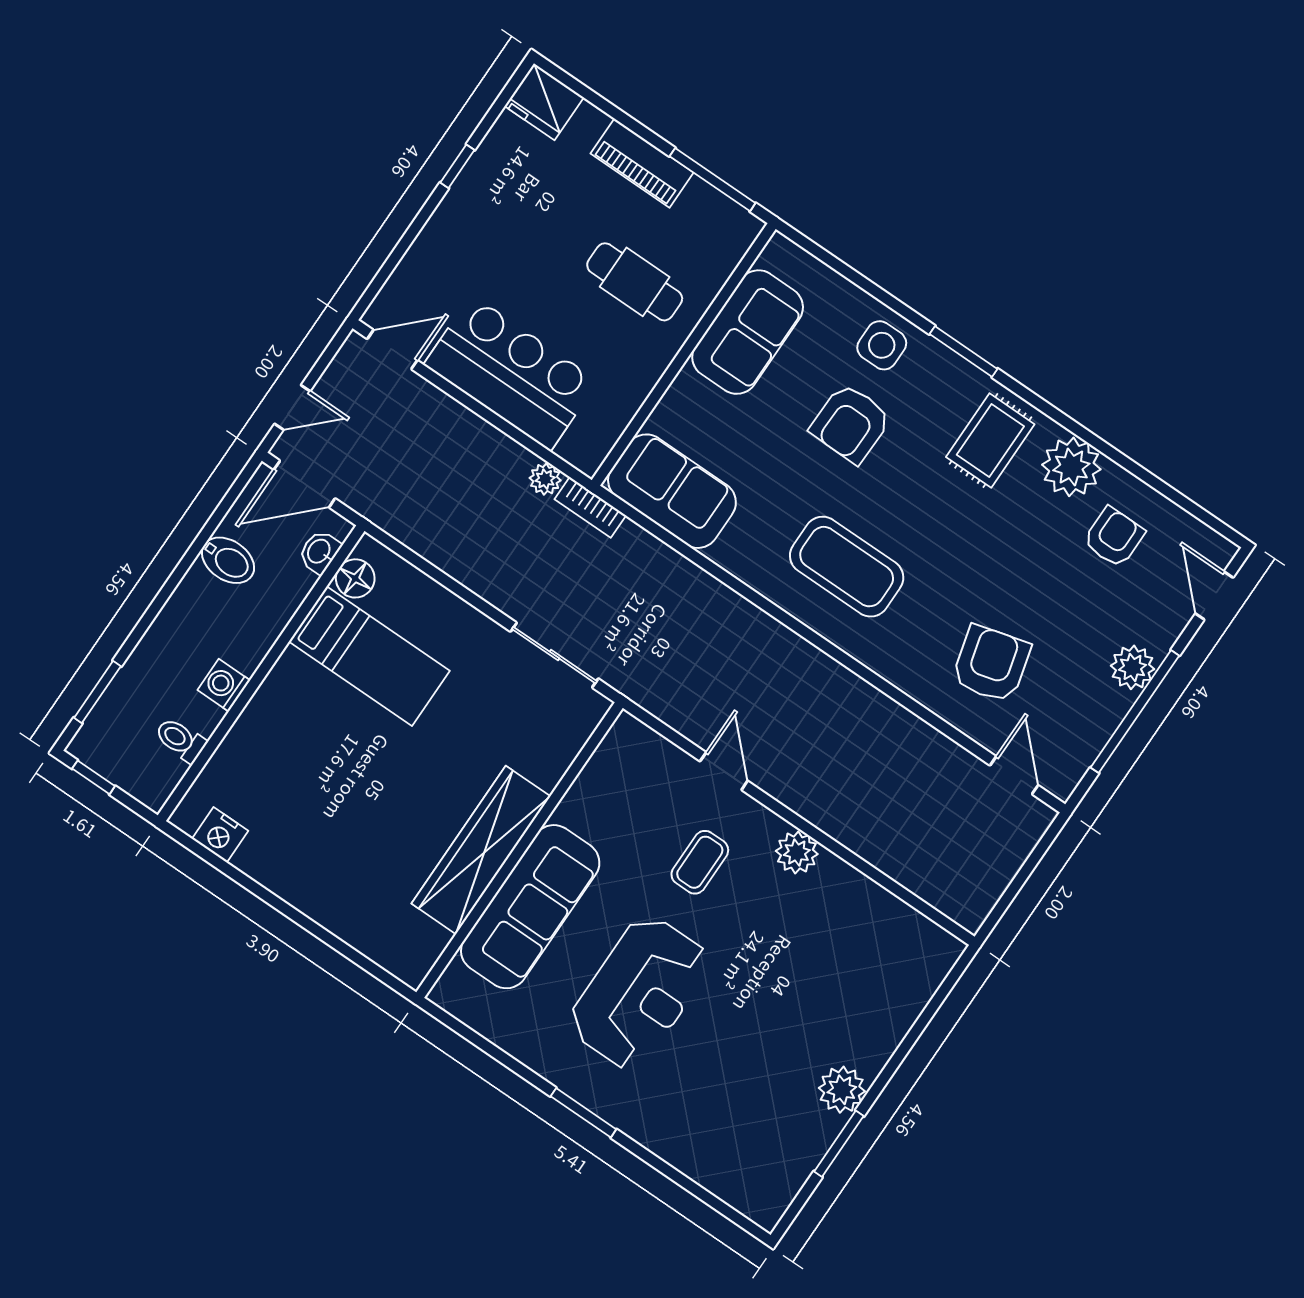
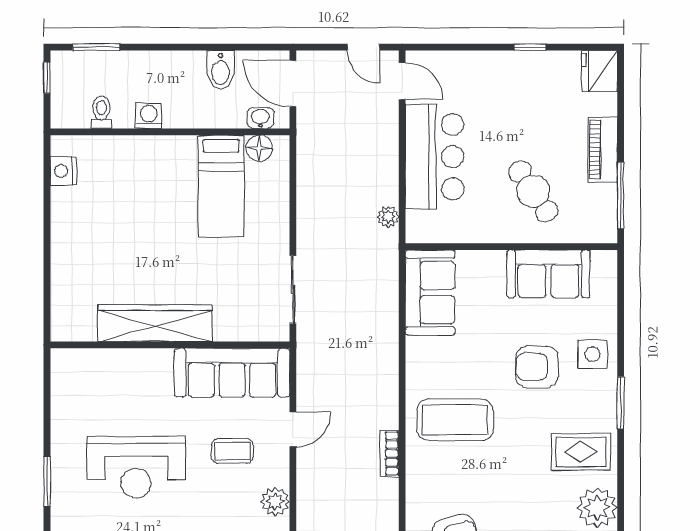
cafe table: (635, 282) -> (533, 191), turned -34
door: (292, 407) -> (363, 47), moved
bookcase: (590, 507) -> (390, 453), moved
coffee table: (847, 567) -> (455, 420), turned 90
sofa: (530, 907) -> (232, 373), moved

